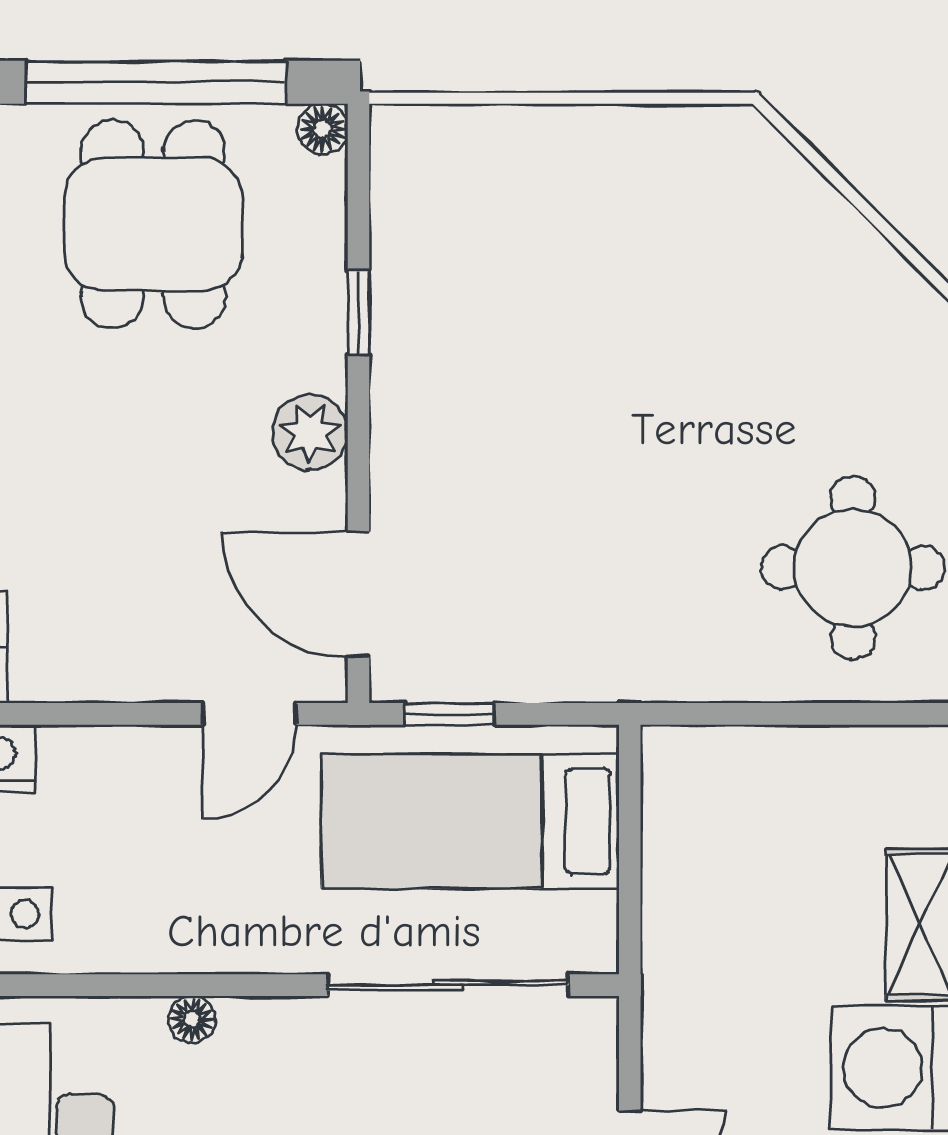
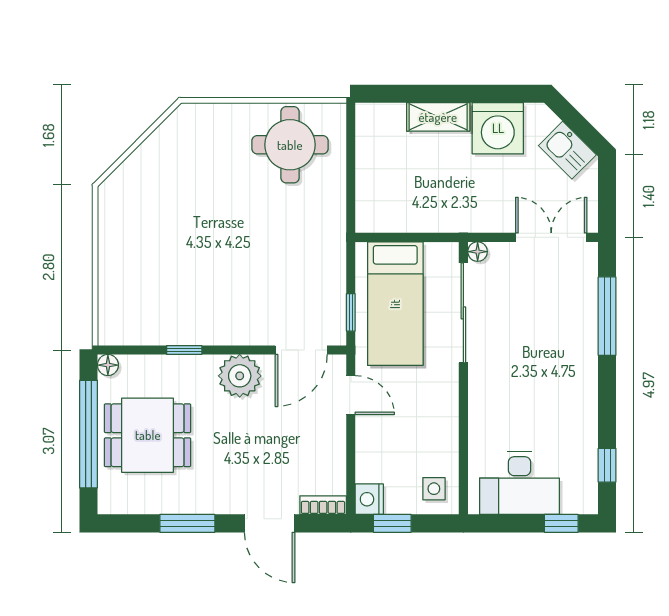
plant: (310, 433) -> (240, 376), width x1.36, depth x1.36
floor lamp: (192, 1019) -> (478, 252), moved

